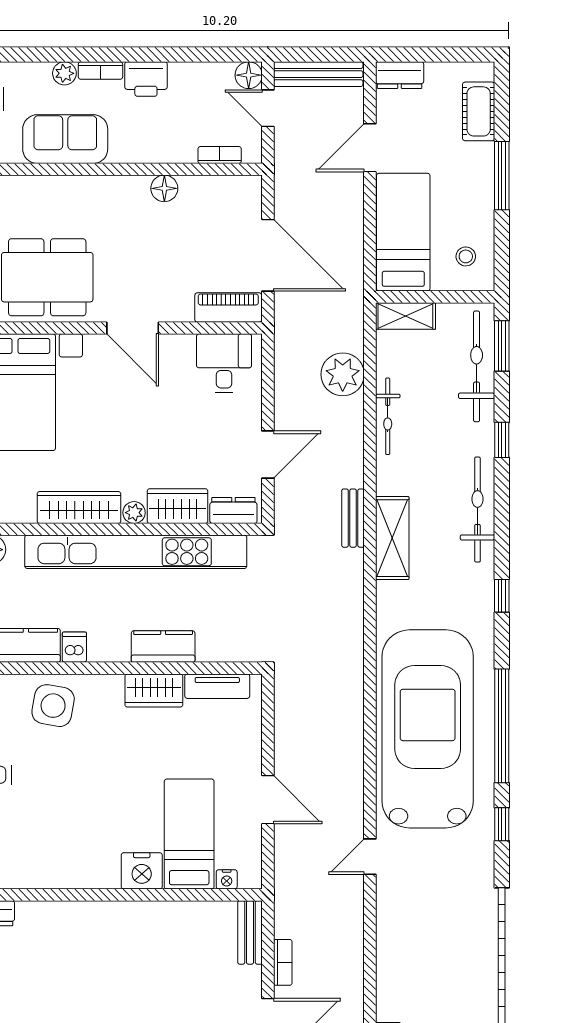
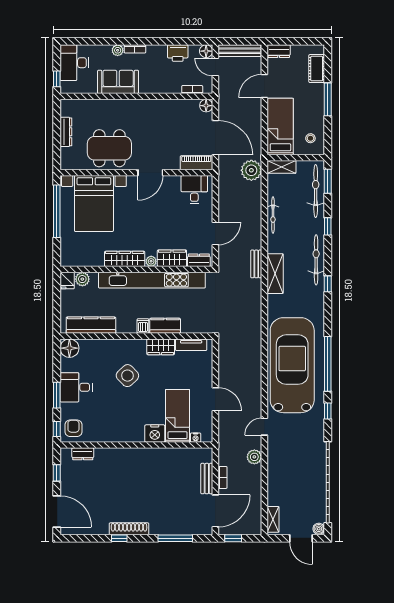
printer: (146, 79) -> (178, 53), moved
floor lamp: (164, 188) -> (206, 106), moved
door: (133, 328) -> (150, 173), hinge flipped
plant: (343, 374) -> (251, 170), moved
window: (502, 596) -> (328, 284), moved
dishwasher: (74, 647) -> (143, 326), moved
side table: (53, 706) -> (127, 376), moved, turned 36
plant: (349, 920) -> (254, 457), added
bench: (250, 932) -> (207, 479), moved

